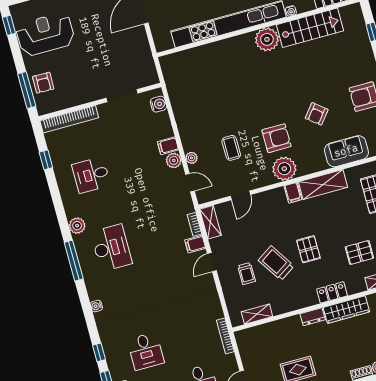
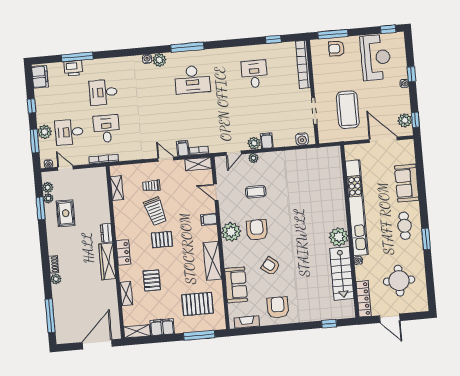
coffee table: (114, 56) -> (348, 110), added
armchair: (276, 138) -> (257, 230), turned 180
filing cabinet: (293, 193) -> (209, 219), moved
plant: (77, 226) -> (159, 60), moved
trolley: (276, 263) -> (155, 211), turned 107
desk: (188, 339) -> (106, 129), added
window: (99, 352) -> (109, 54), removed

